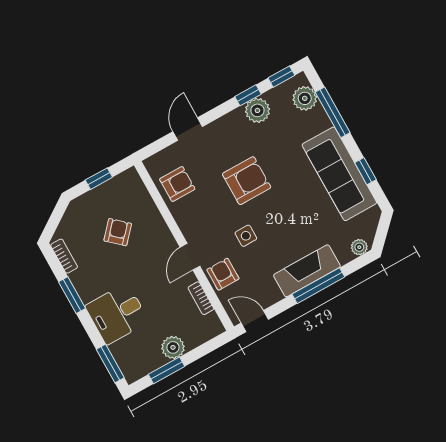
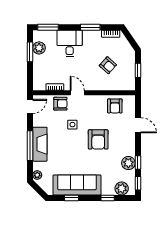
window: (333, 112) -> (108, 198), width x0.46
plant: (173, 347) -> (39, 48), moved

